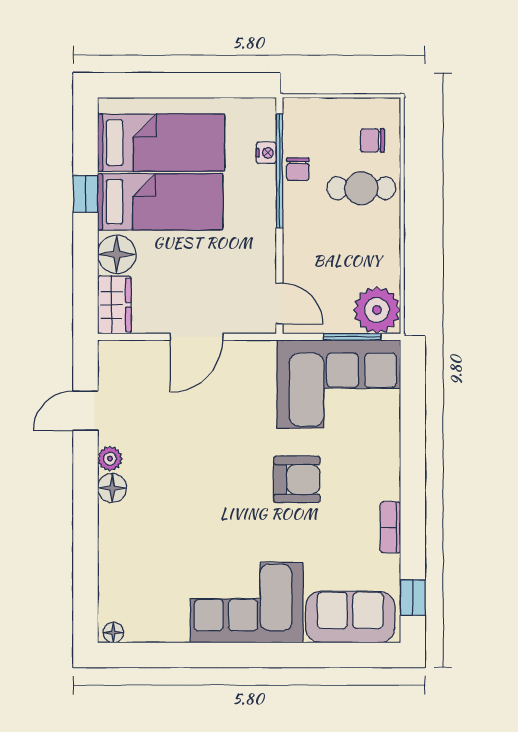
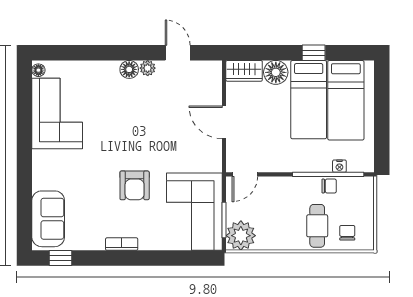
chair: (298, 169) -> (329, 186), turned 180
bookcase: (390, 527) -> (122, 244), moved
corner sofa: (247, 603) -> (57, 114), moved

